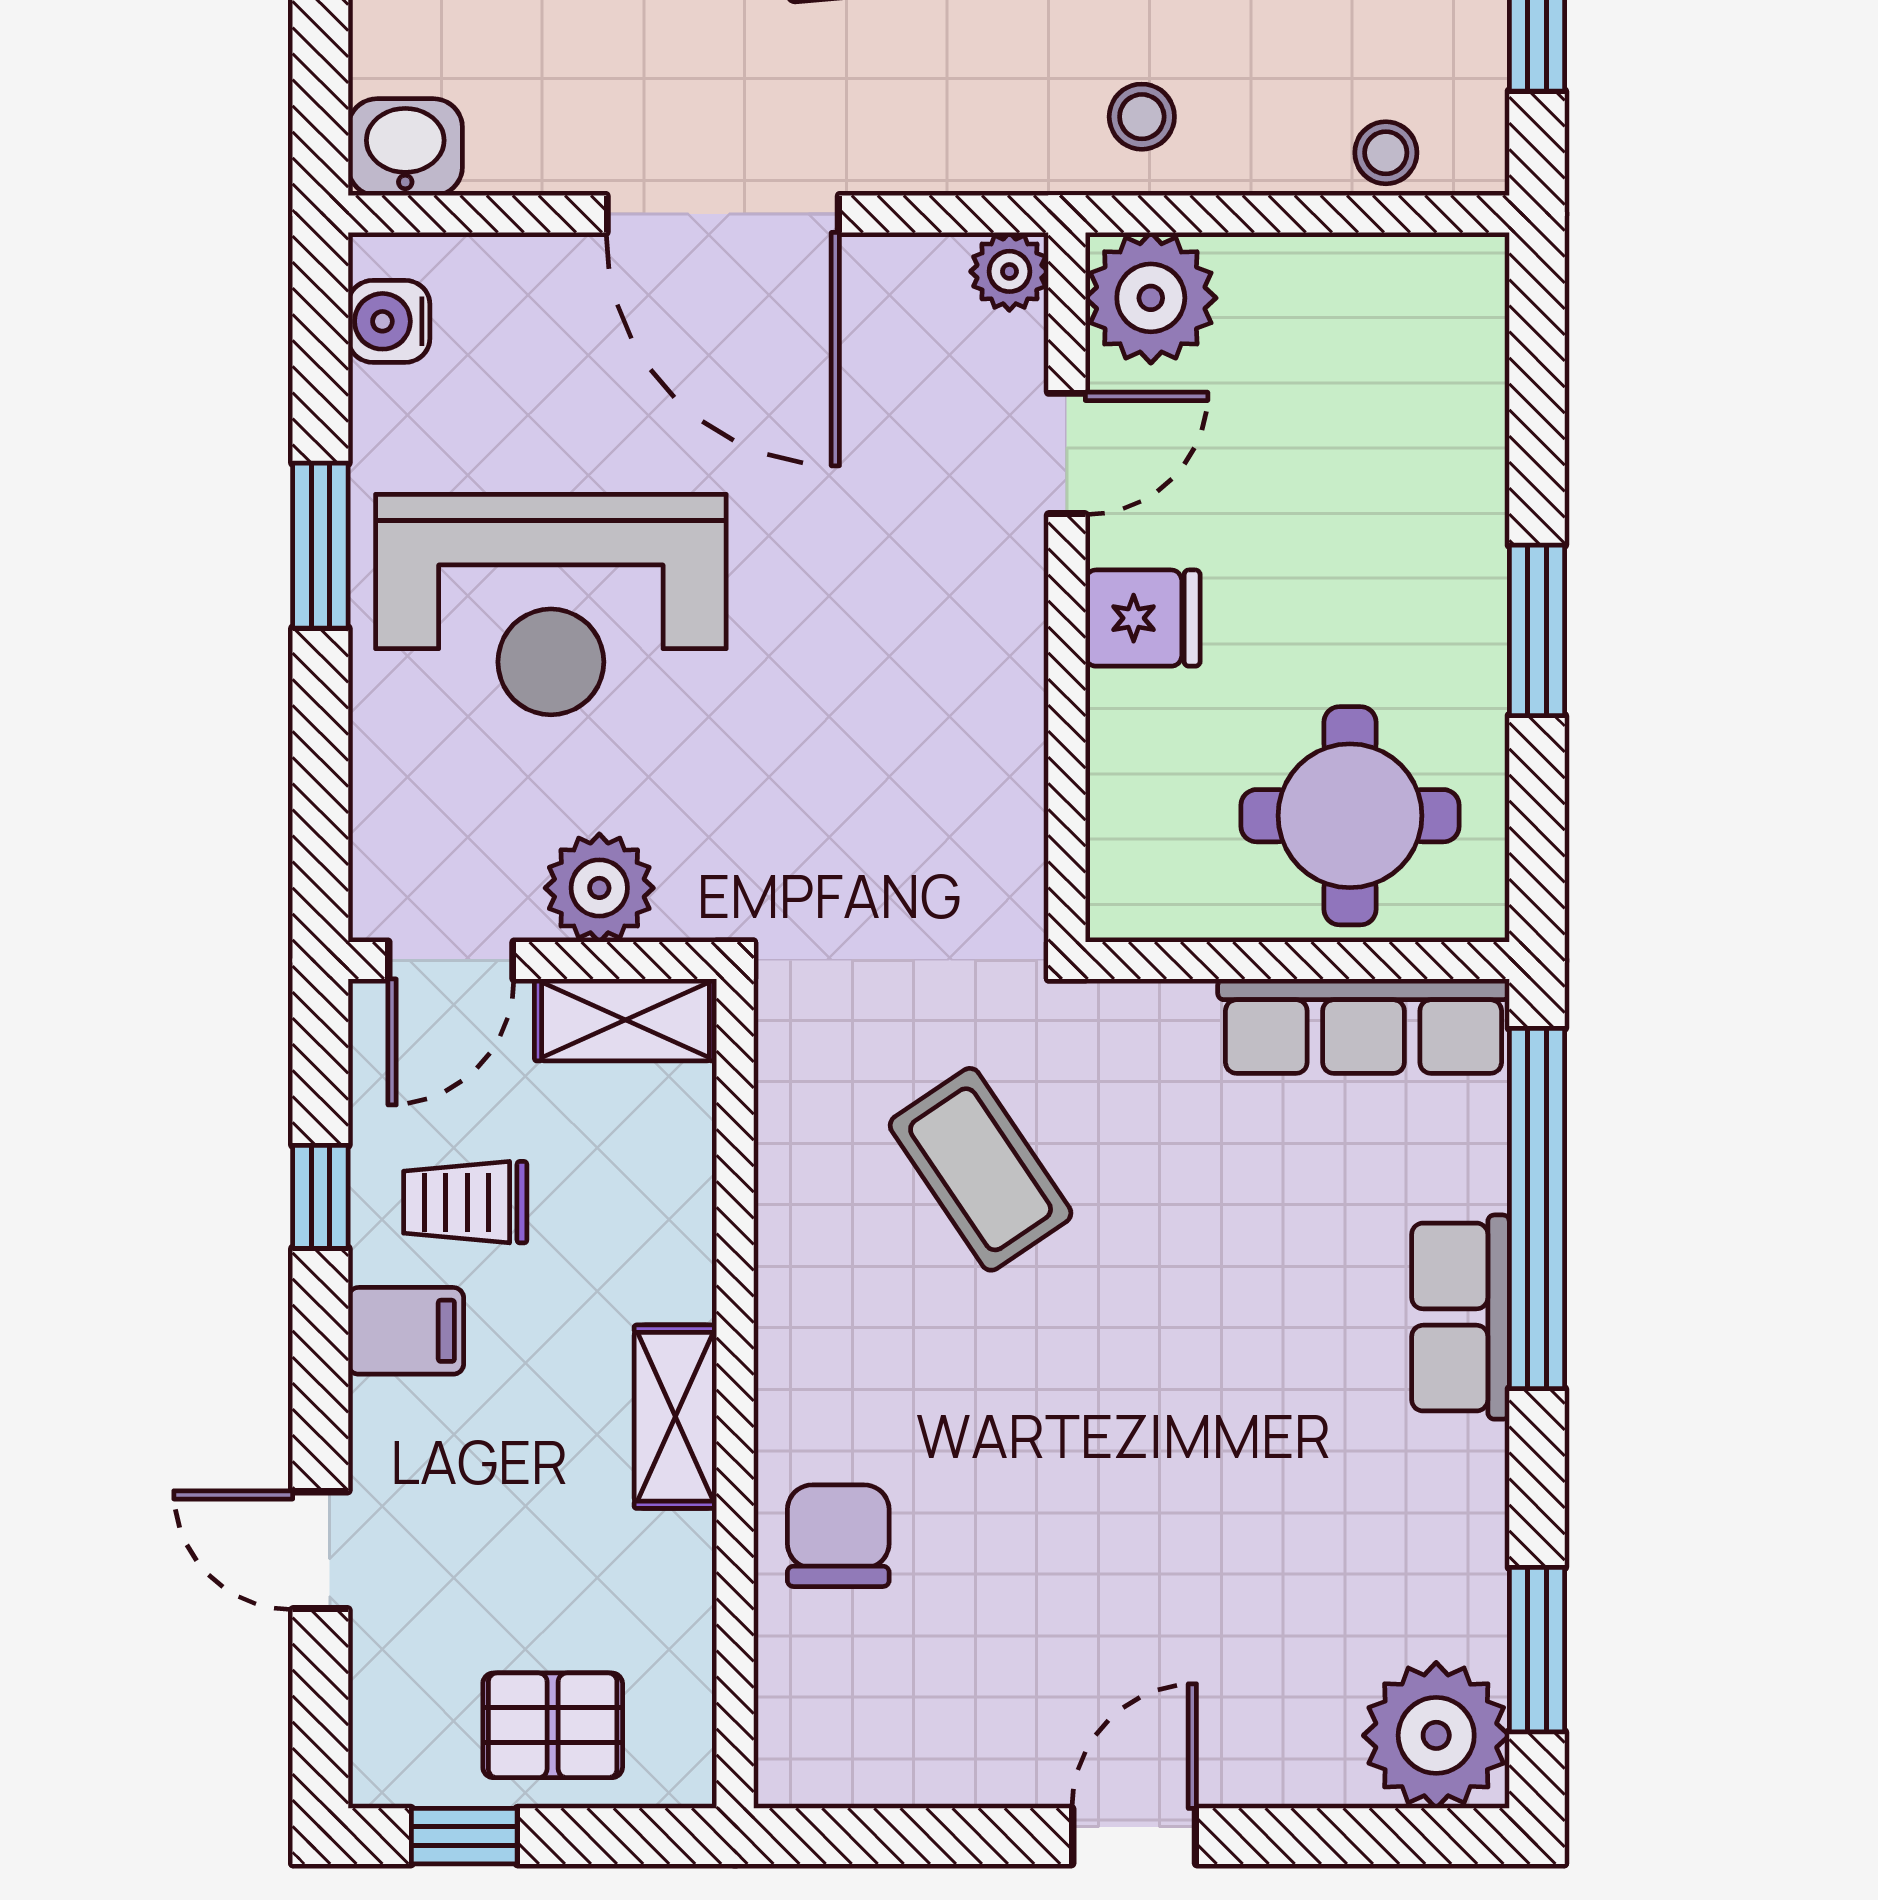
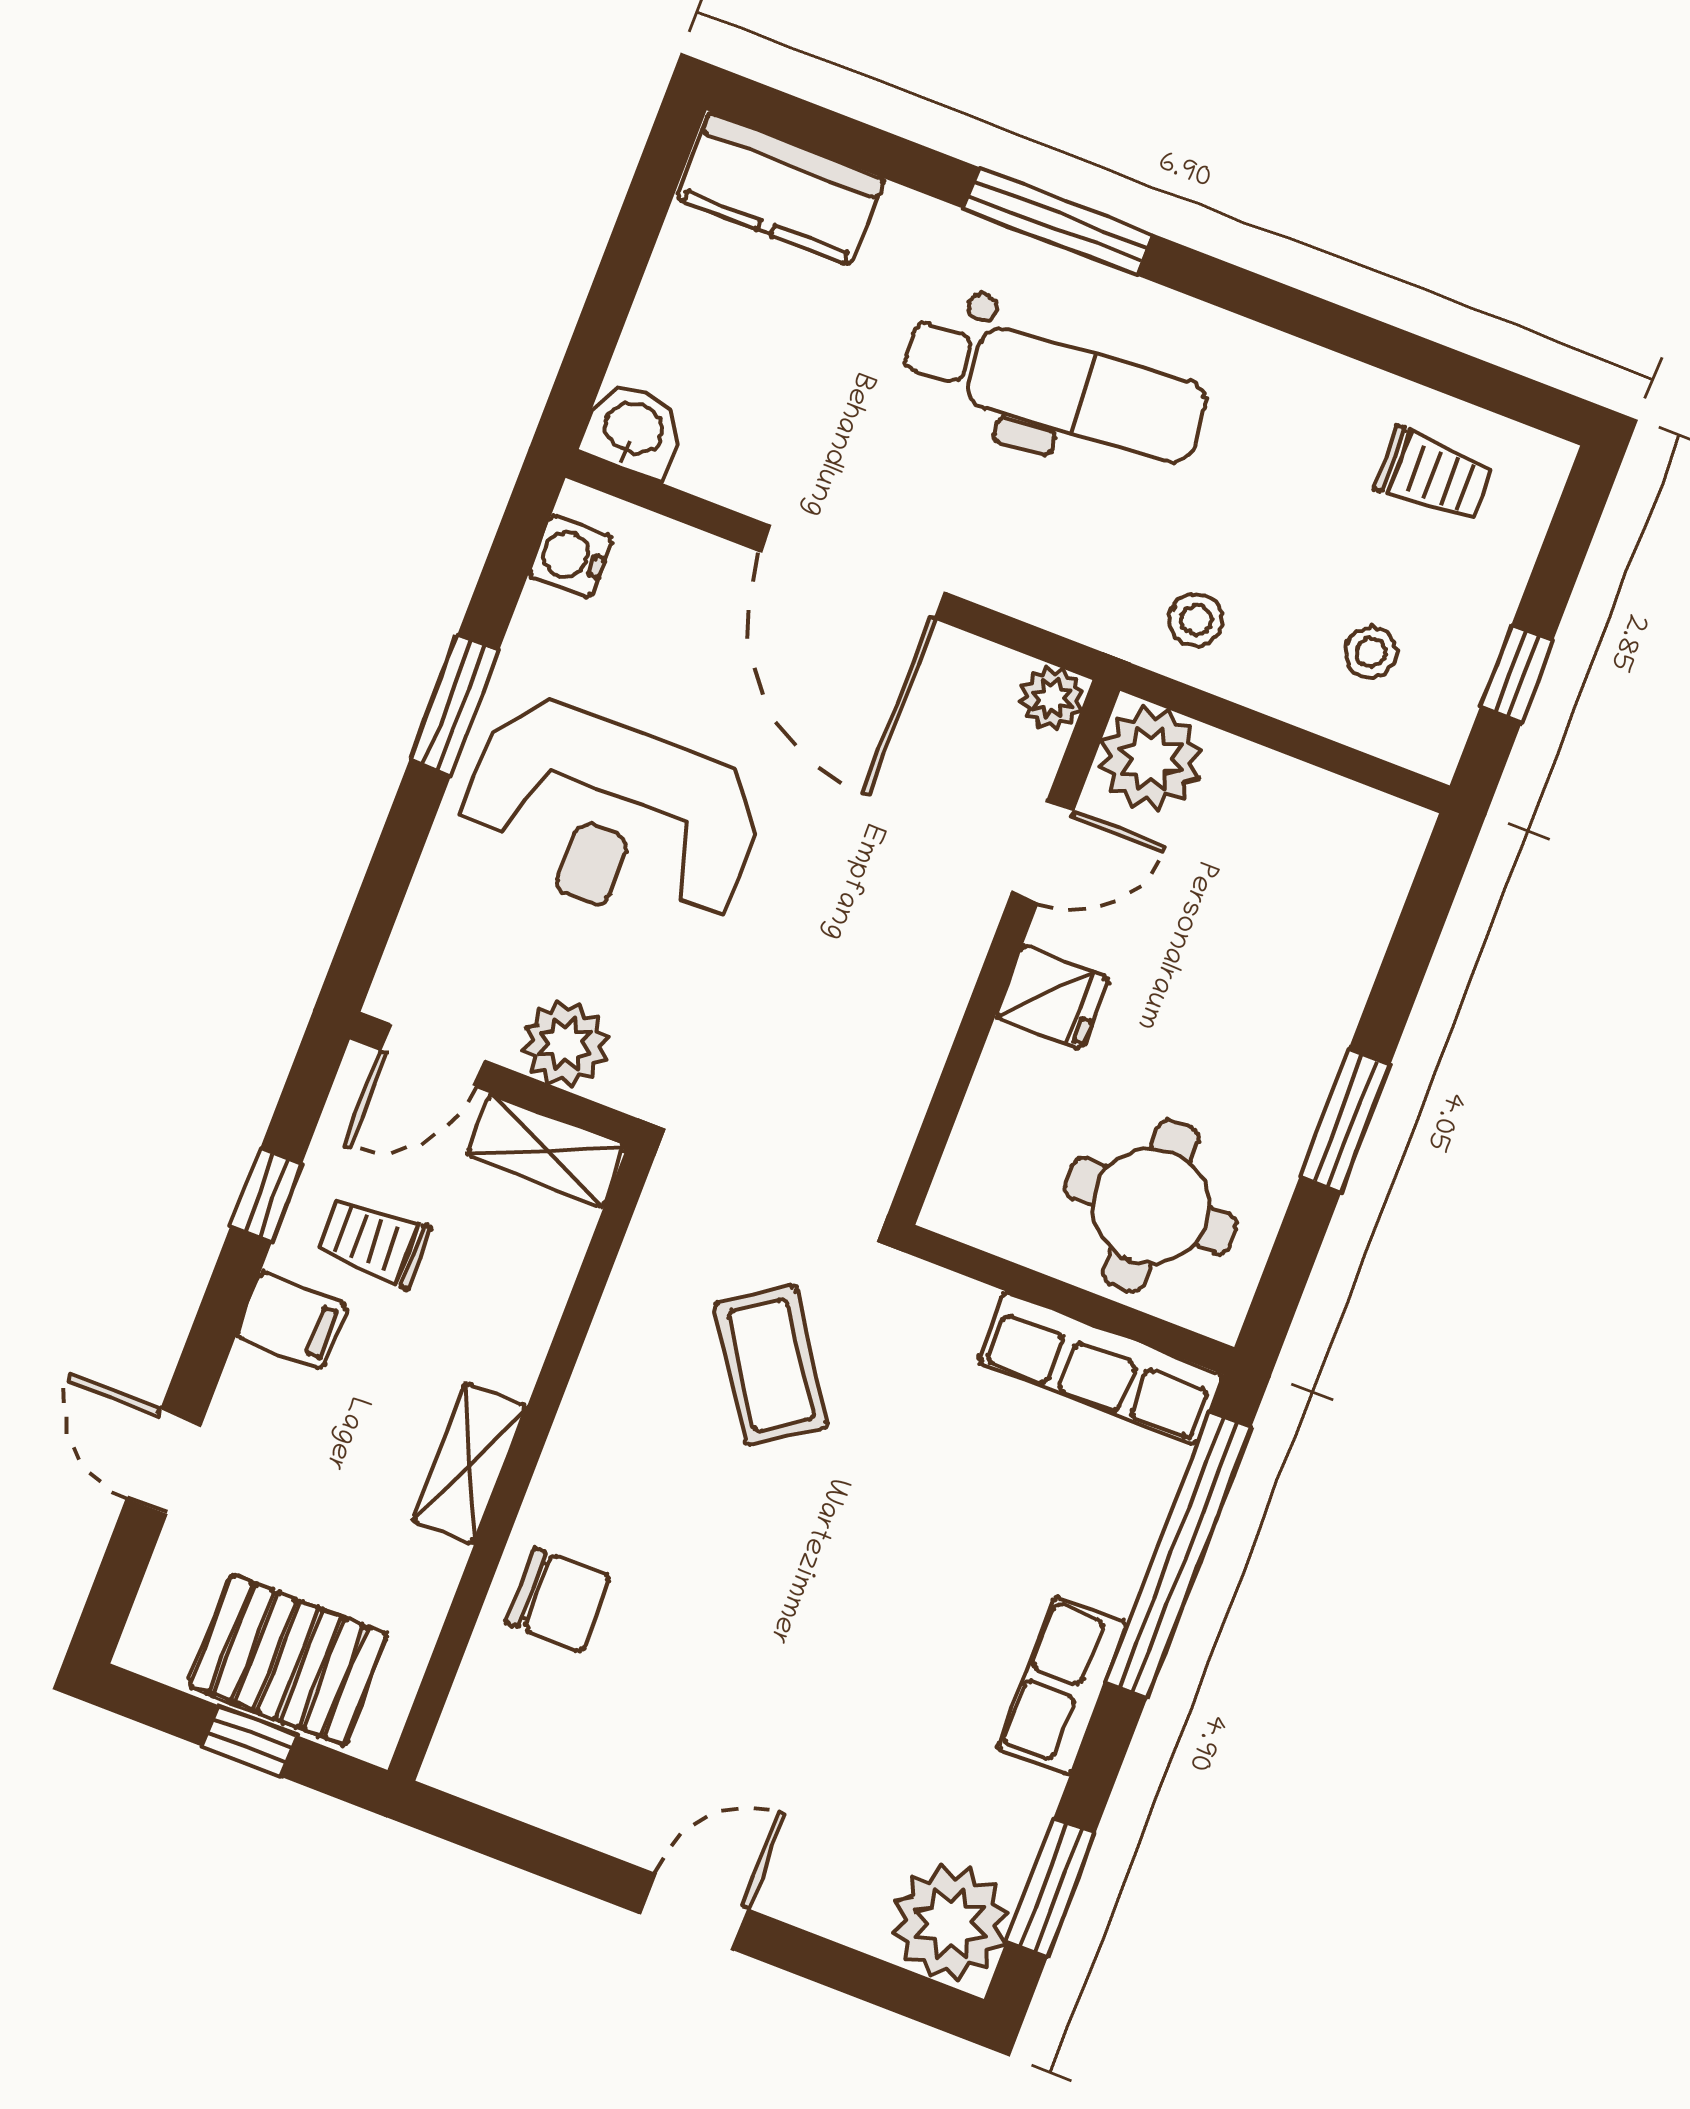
stool: (1386, 153) -> (1371, 652), moved
row of seats: (1460, 1317) -> (1062, 1686), moved
chair: (838, 1536) -> (558, 1600), turned 90
pallet: (553, 1725) -> (288, 1660), width x1.50, depth x1.42
window: (464, 1836) -> (249, 1741), moved

